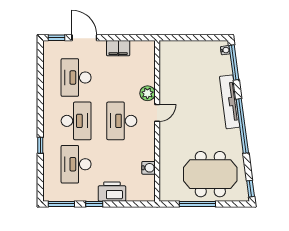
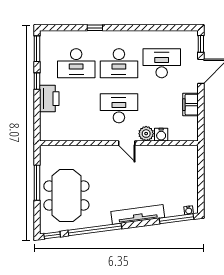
window: (242, 126) -> (95, 230), moved
desk: (76, 164) -> (76, 63), turned 180
water cooler: (149, 168) -> (161, 135), moved

